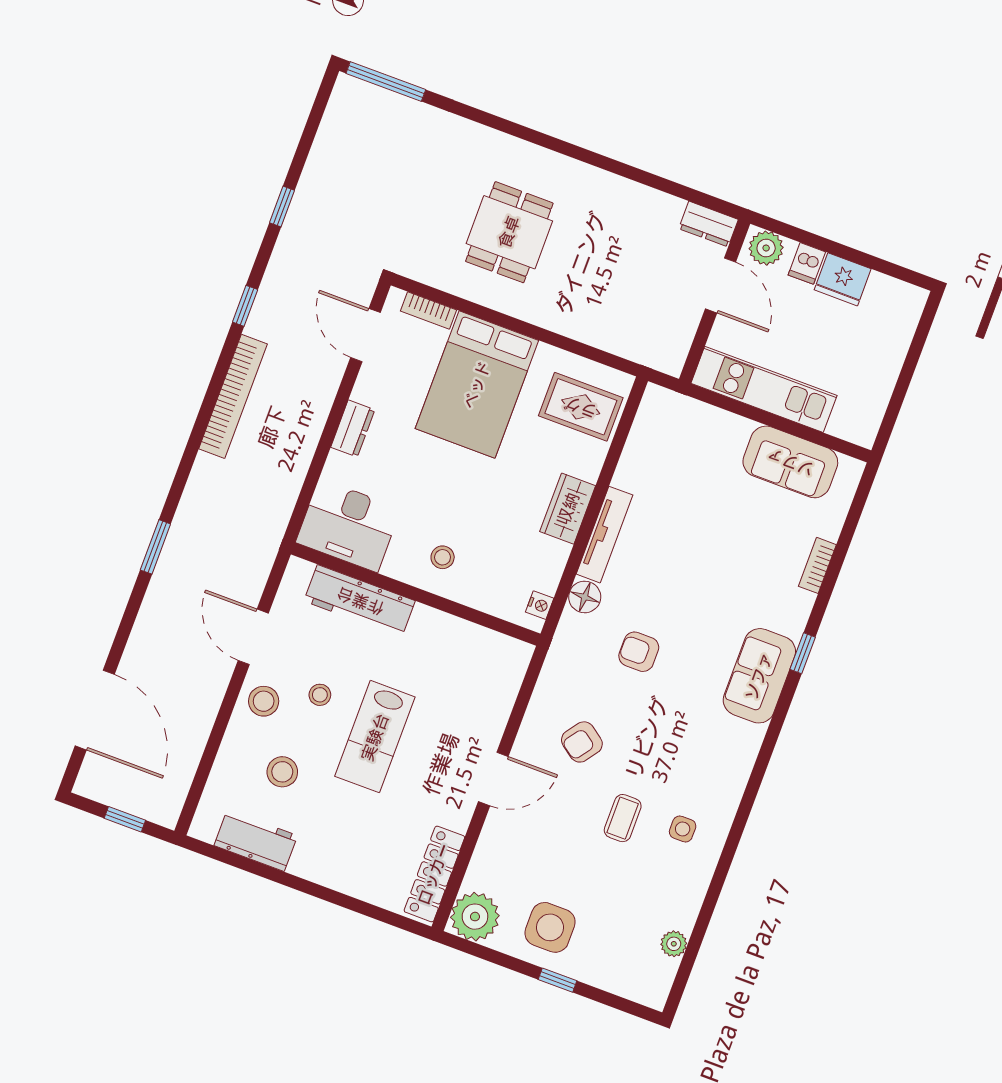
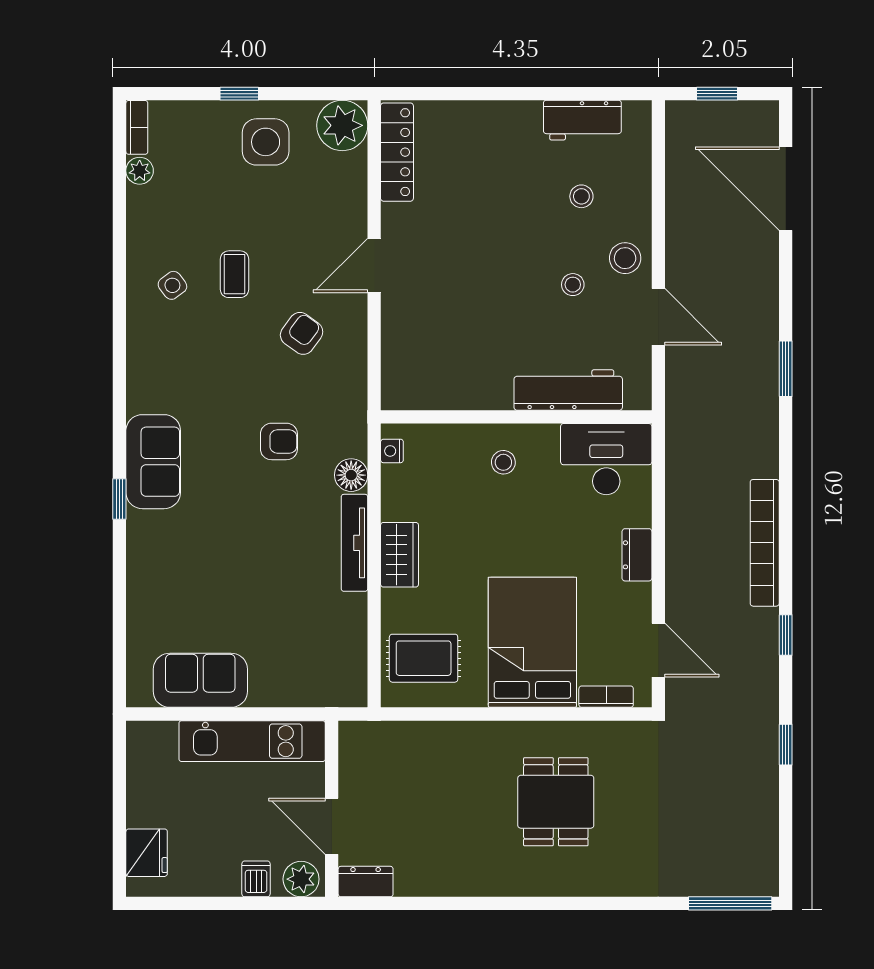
fridge: (843, 279) -> (147, 853), moved, turned 90
bookcase: (817, 565) -> (137, 127), moved
lab bench: (375, 737) -> (504, 264), removed
stool: (282, 772) -> (581, 196), width x0.73, depth x0.73
side table: (683, 829) -> (172, 285), turned -37

